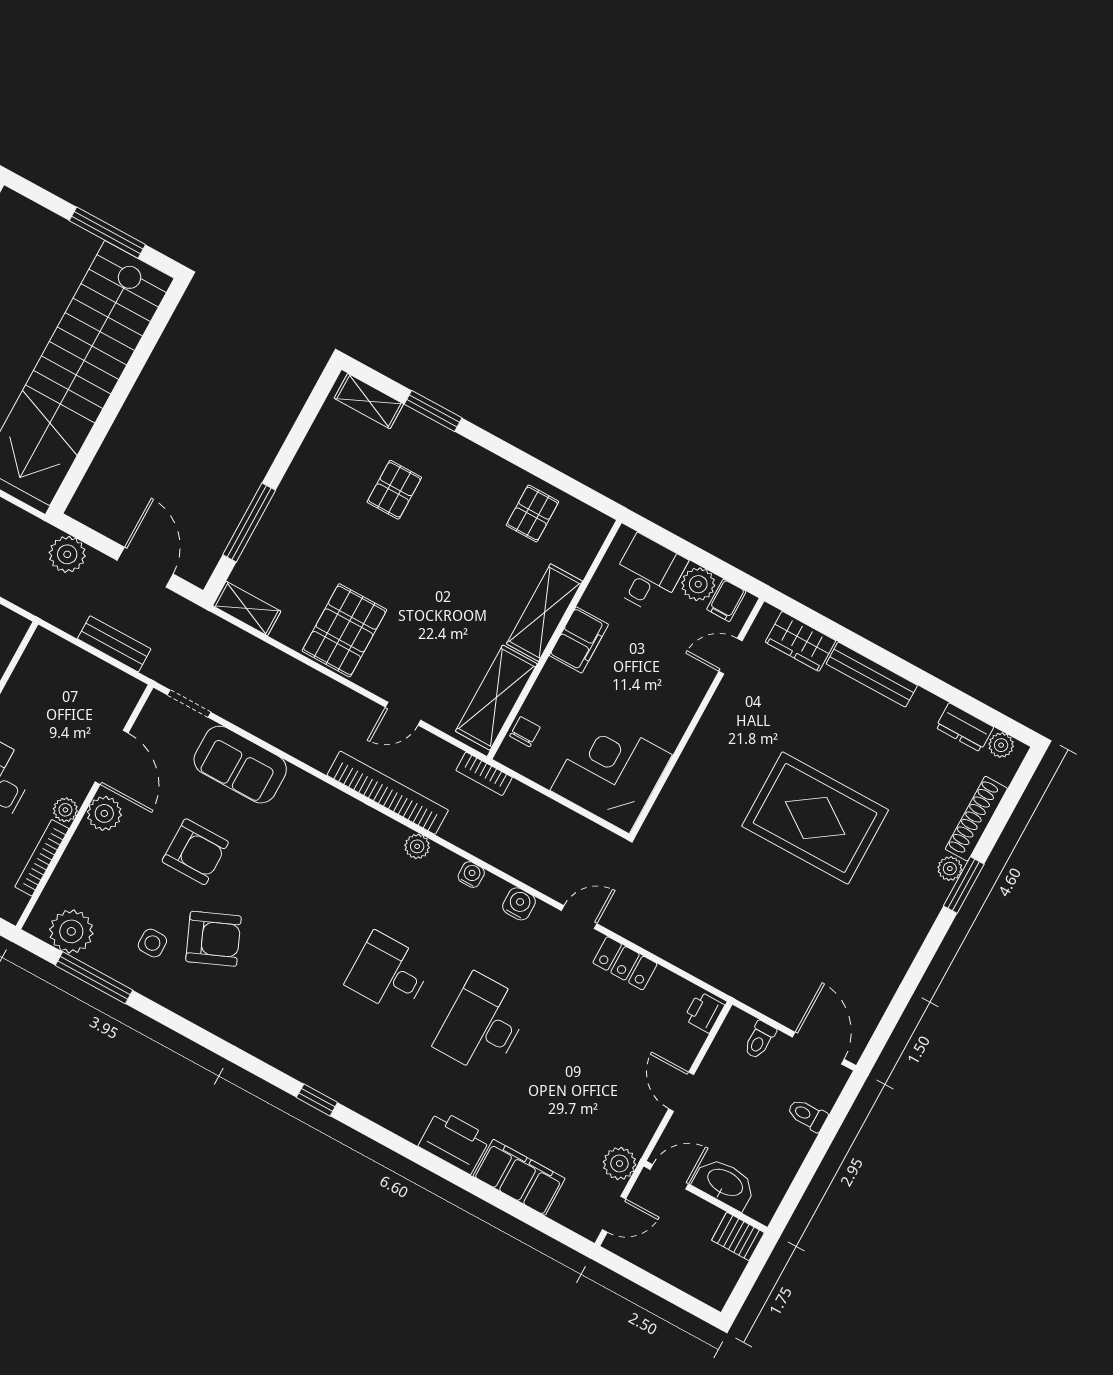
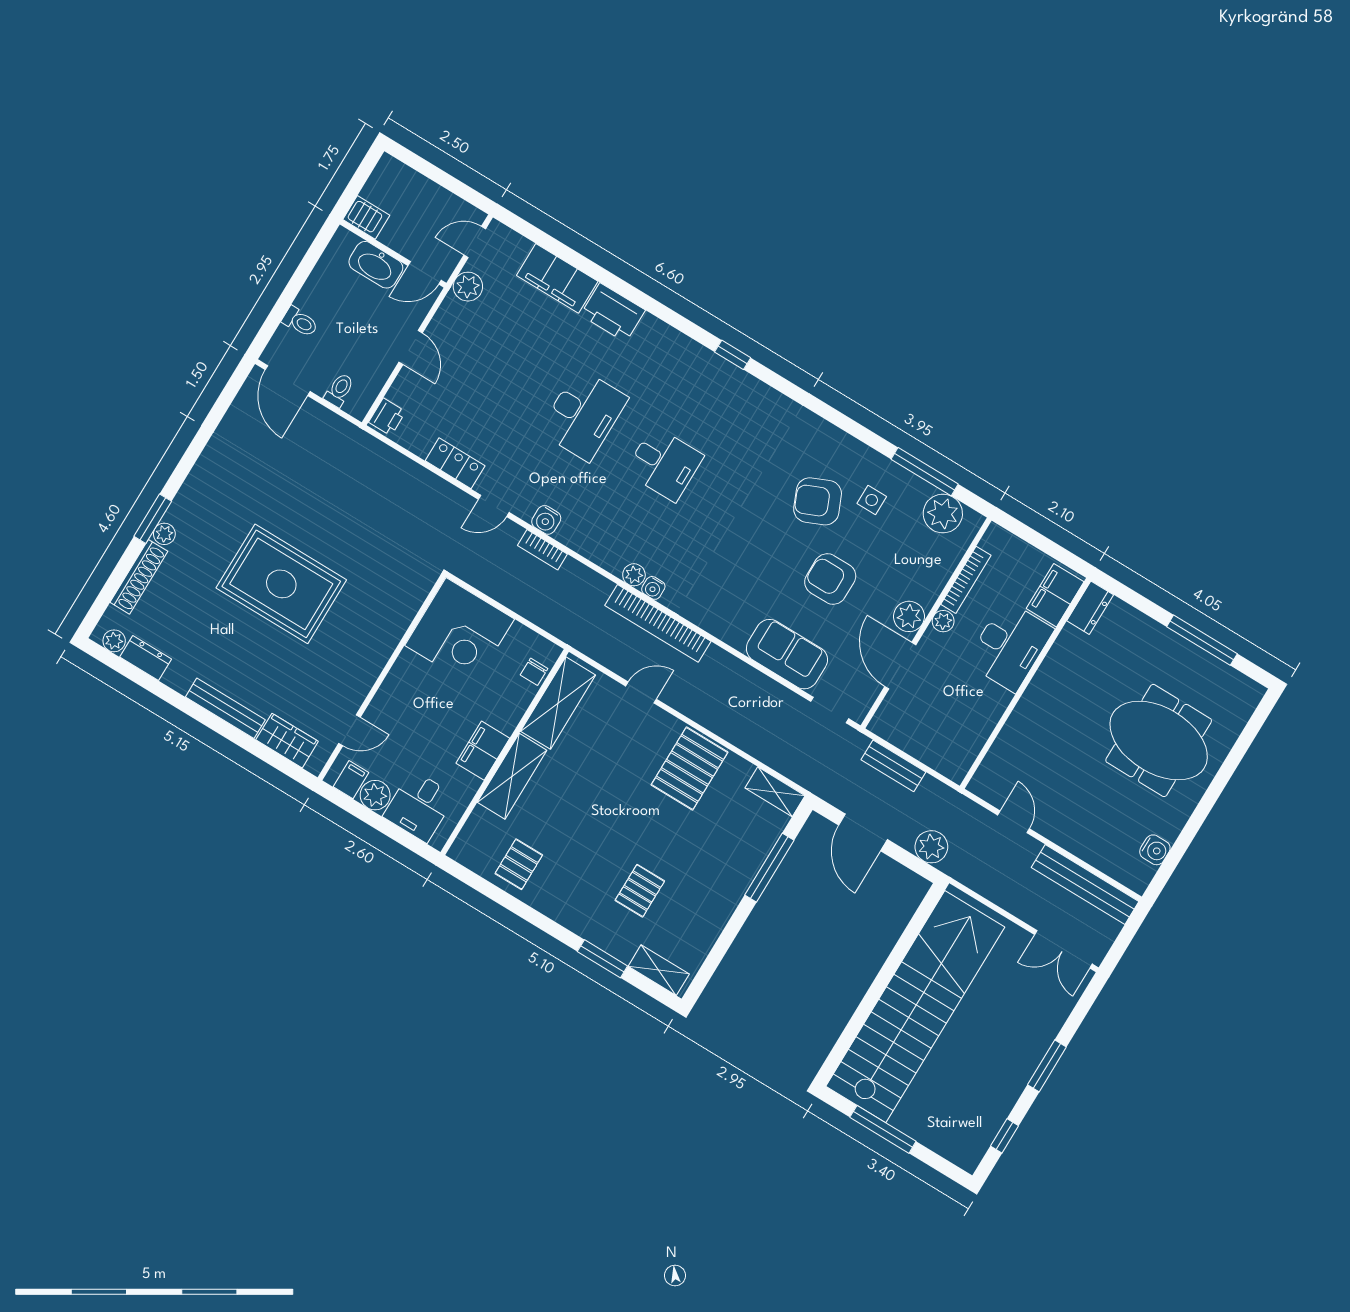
bookcase: (484, 774) -> (542, 550), moved, turned 180
water cooler: (471, 875) -> (653, 588), moved

